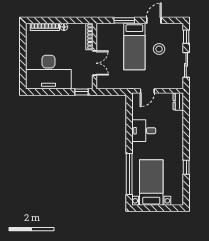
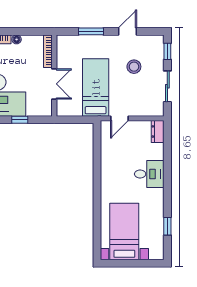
bed: (134, 47) -> (96, 87), moved, turned 180
window: (81, 92) -> (20, 120), moved
desk: (144, 131) -> (149, 174), moved, turned 180
window: (186, 167) -> (167, 226), moved
window: (129, 174) -> (97, 221), removed

